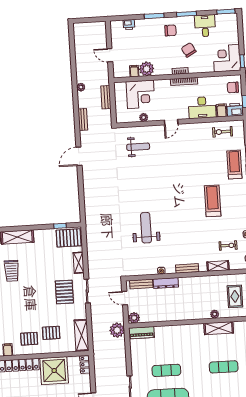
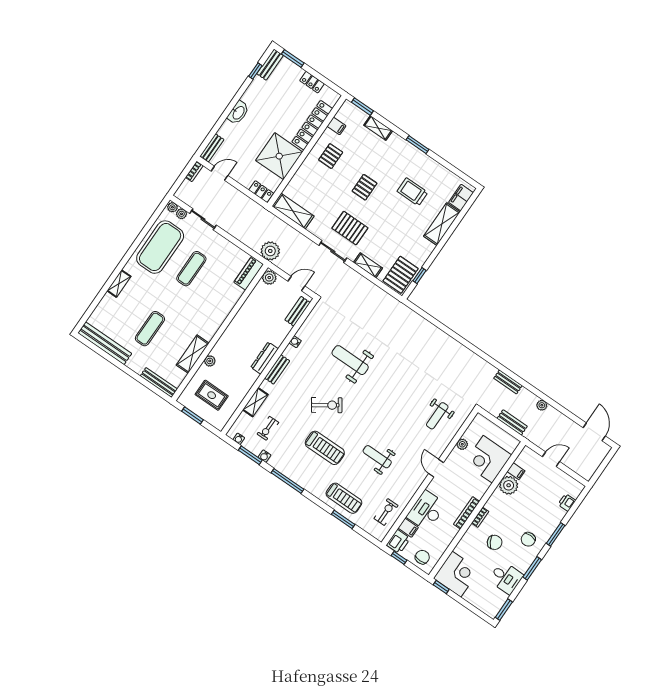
door: (79, 156) -> (594, 432), moved
weight bench: (193, 164) -> (377, 457), added
exercise bike: (185, 220) -> (327, 405), added
weight bench: (146, 228) -> (350, 360), turned 180
dresser: (166, 283) -> (264, 358), moved
pallet: (51, 333) -> (365, 187), moved

